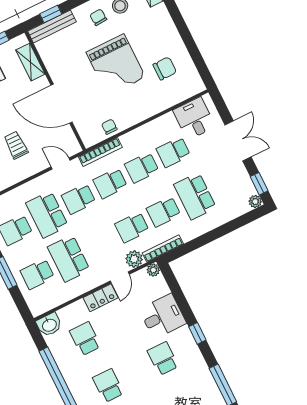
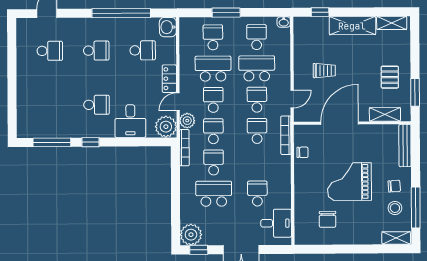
window: (51, 14) -> (415, 149), removed
school desk: (142, 168) -> (213, 100), moved
plant: (255, 202) -> (191, 235), width x1.88, depth x1.88
plant: (153, 270) -> (166, 127), width x1.87, depth x1.87
door: (120, 278) -> (178, 102), hinge flipped
window: (197, 333) -> (90, 142), moved

